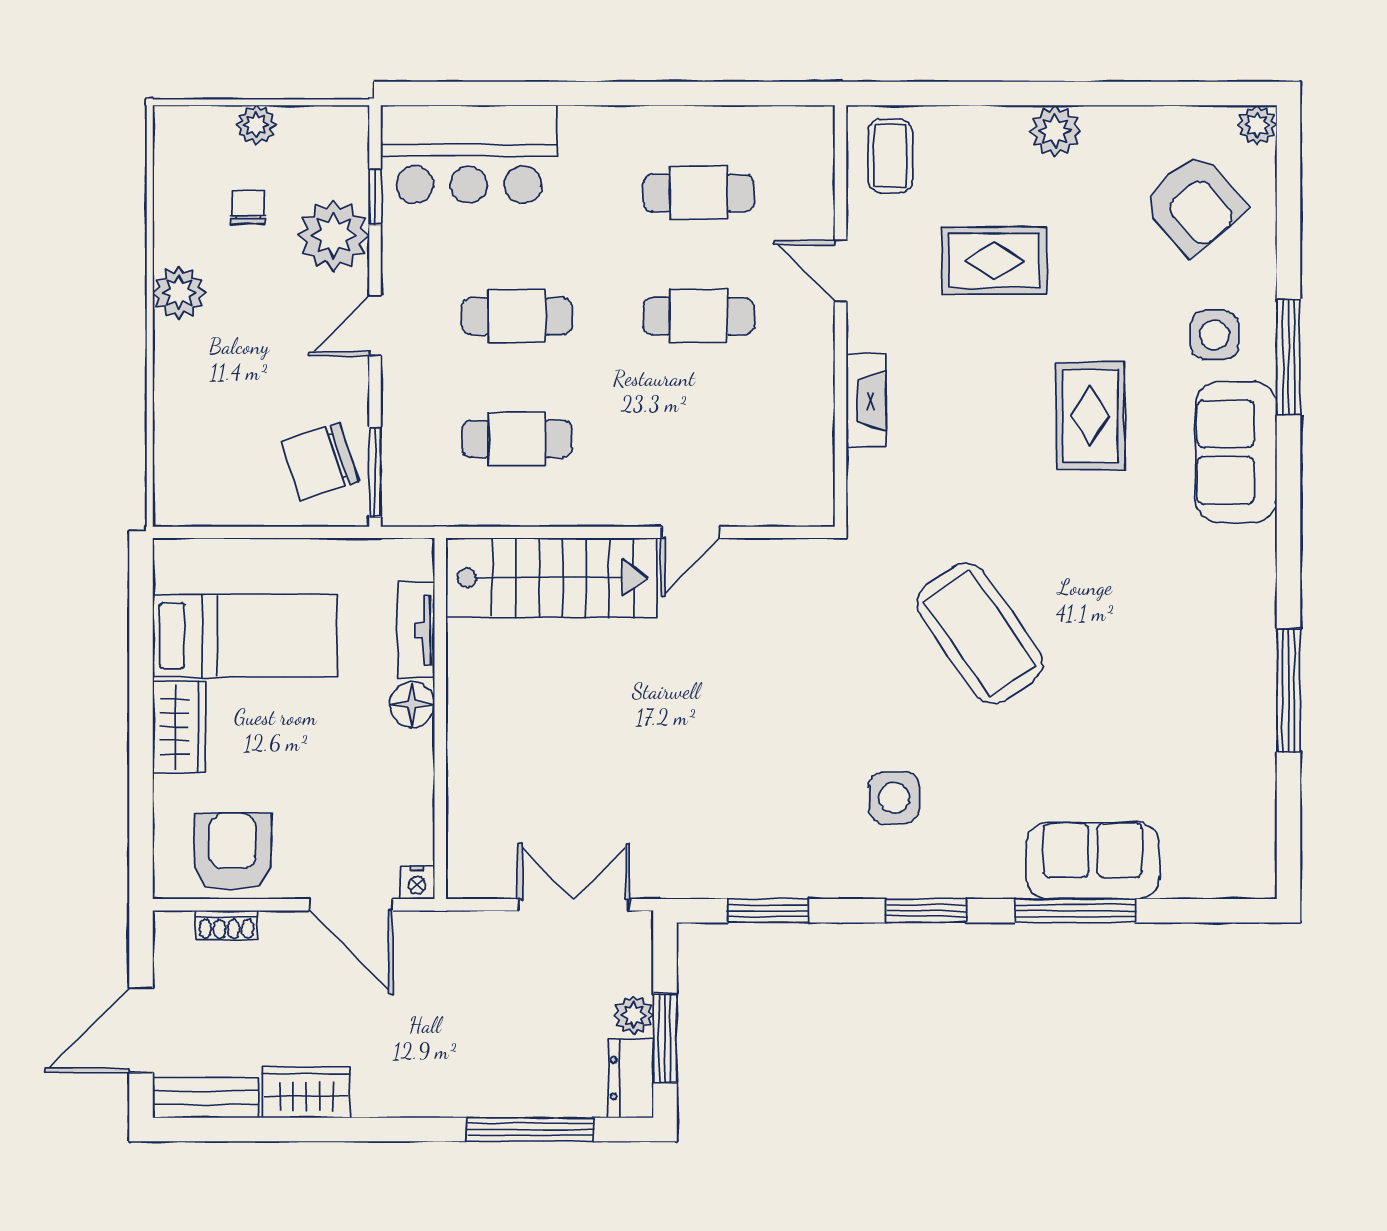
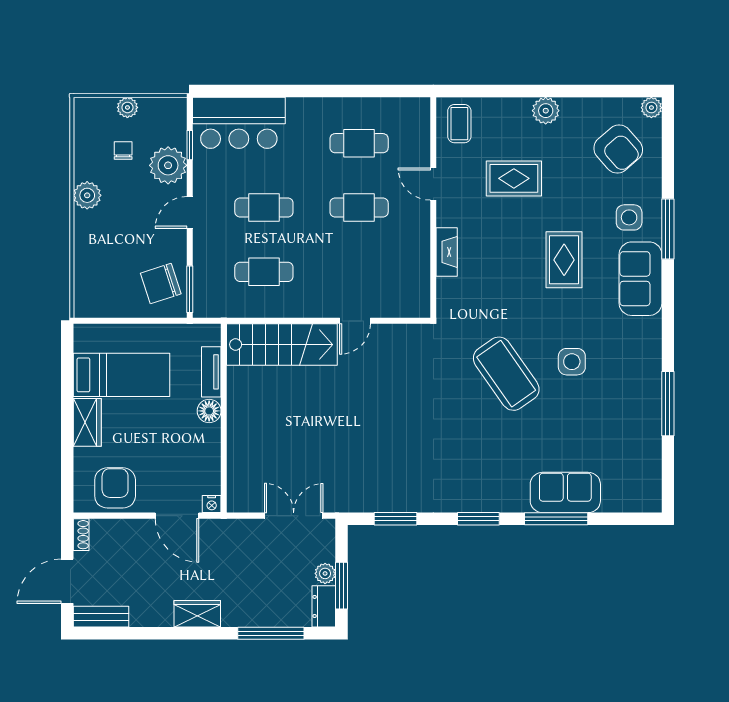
side table: (894, 798) -> (572, 362), moved
shoe rack: (227, 925) -> (81, 535), moved, turned -90
wardrobe: (306, 1092) -> (197, 614), moved

